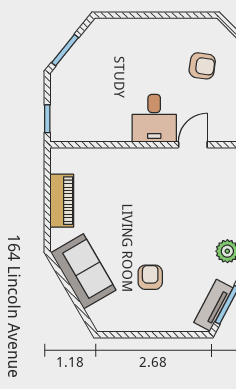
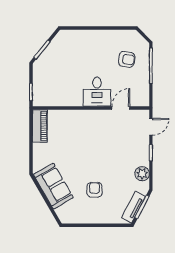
piano: (62, 201) -> (40, 126), moved

